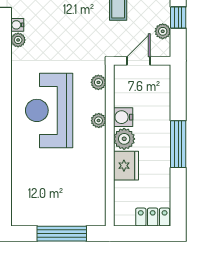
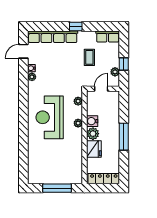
locker: (153, 217) -> (104, 179), width x1.53

